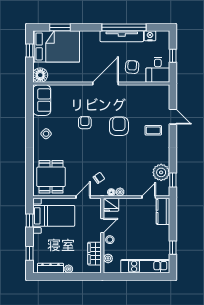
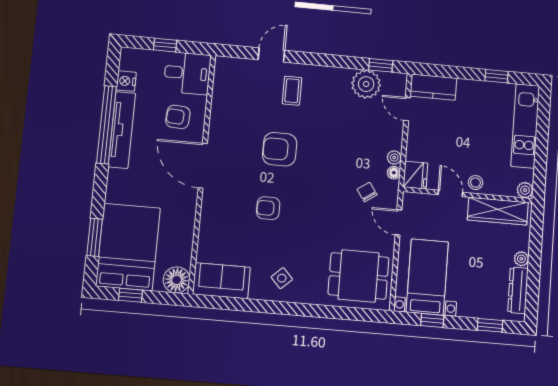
wardrobe: (95, 254) -> (498, 211), width x1.50
plant: (108, 258) -> (525, 190), moved

